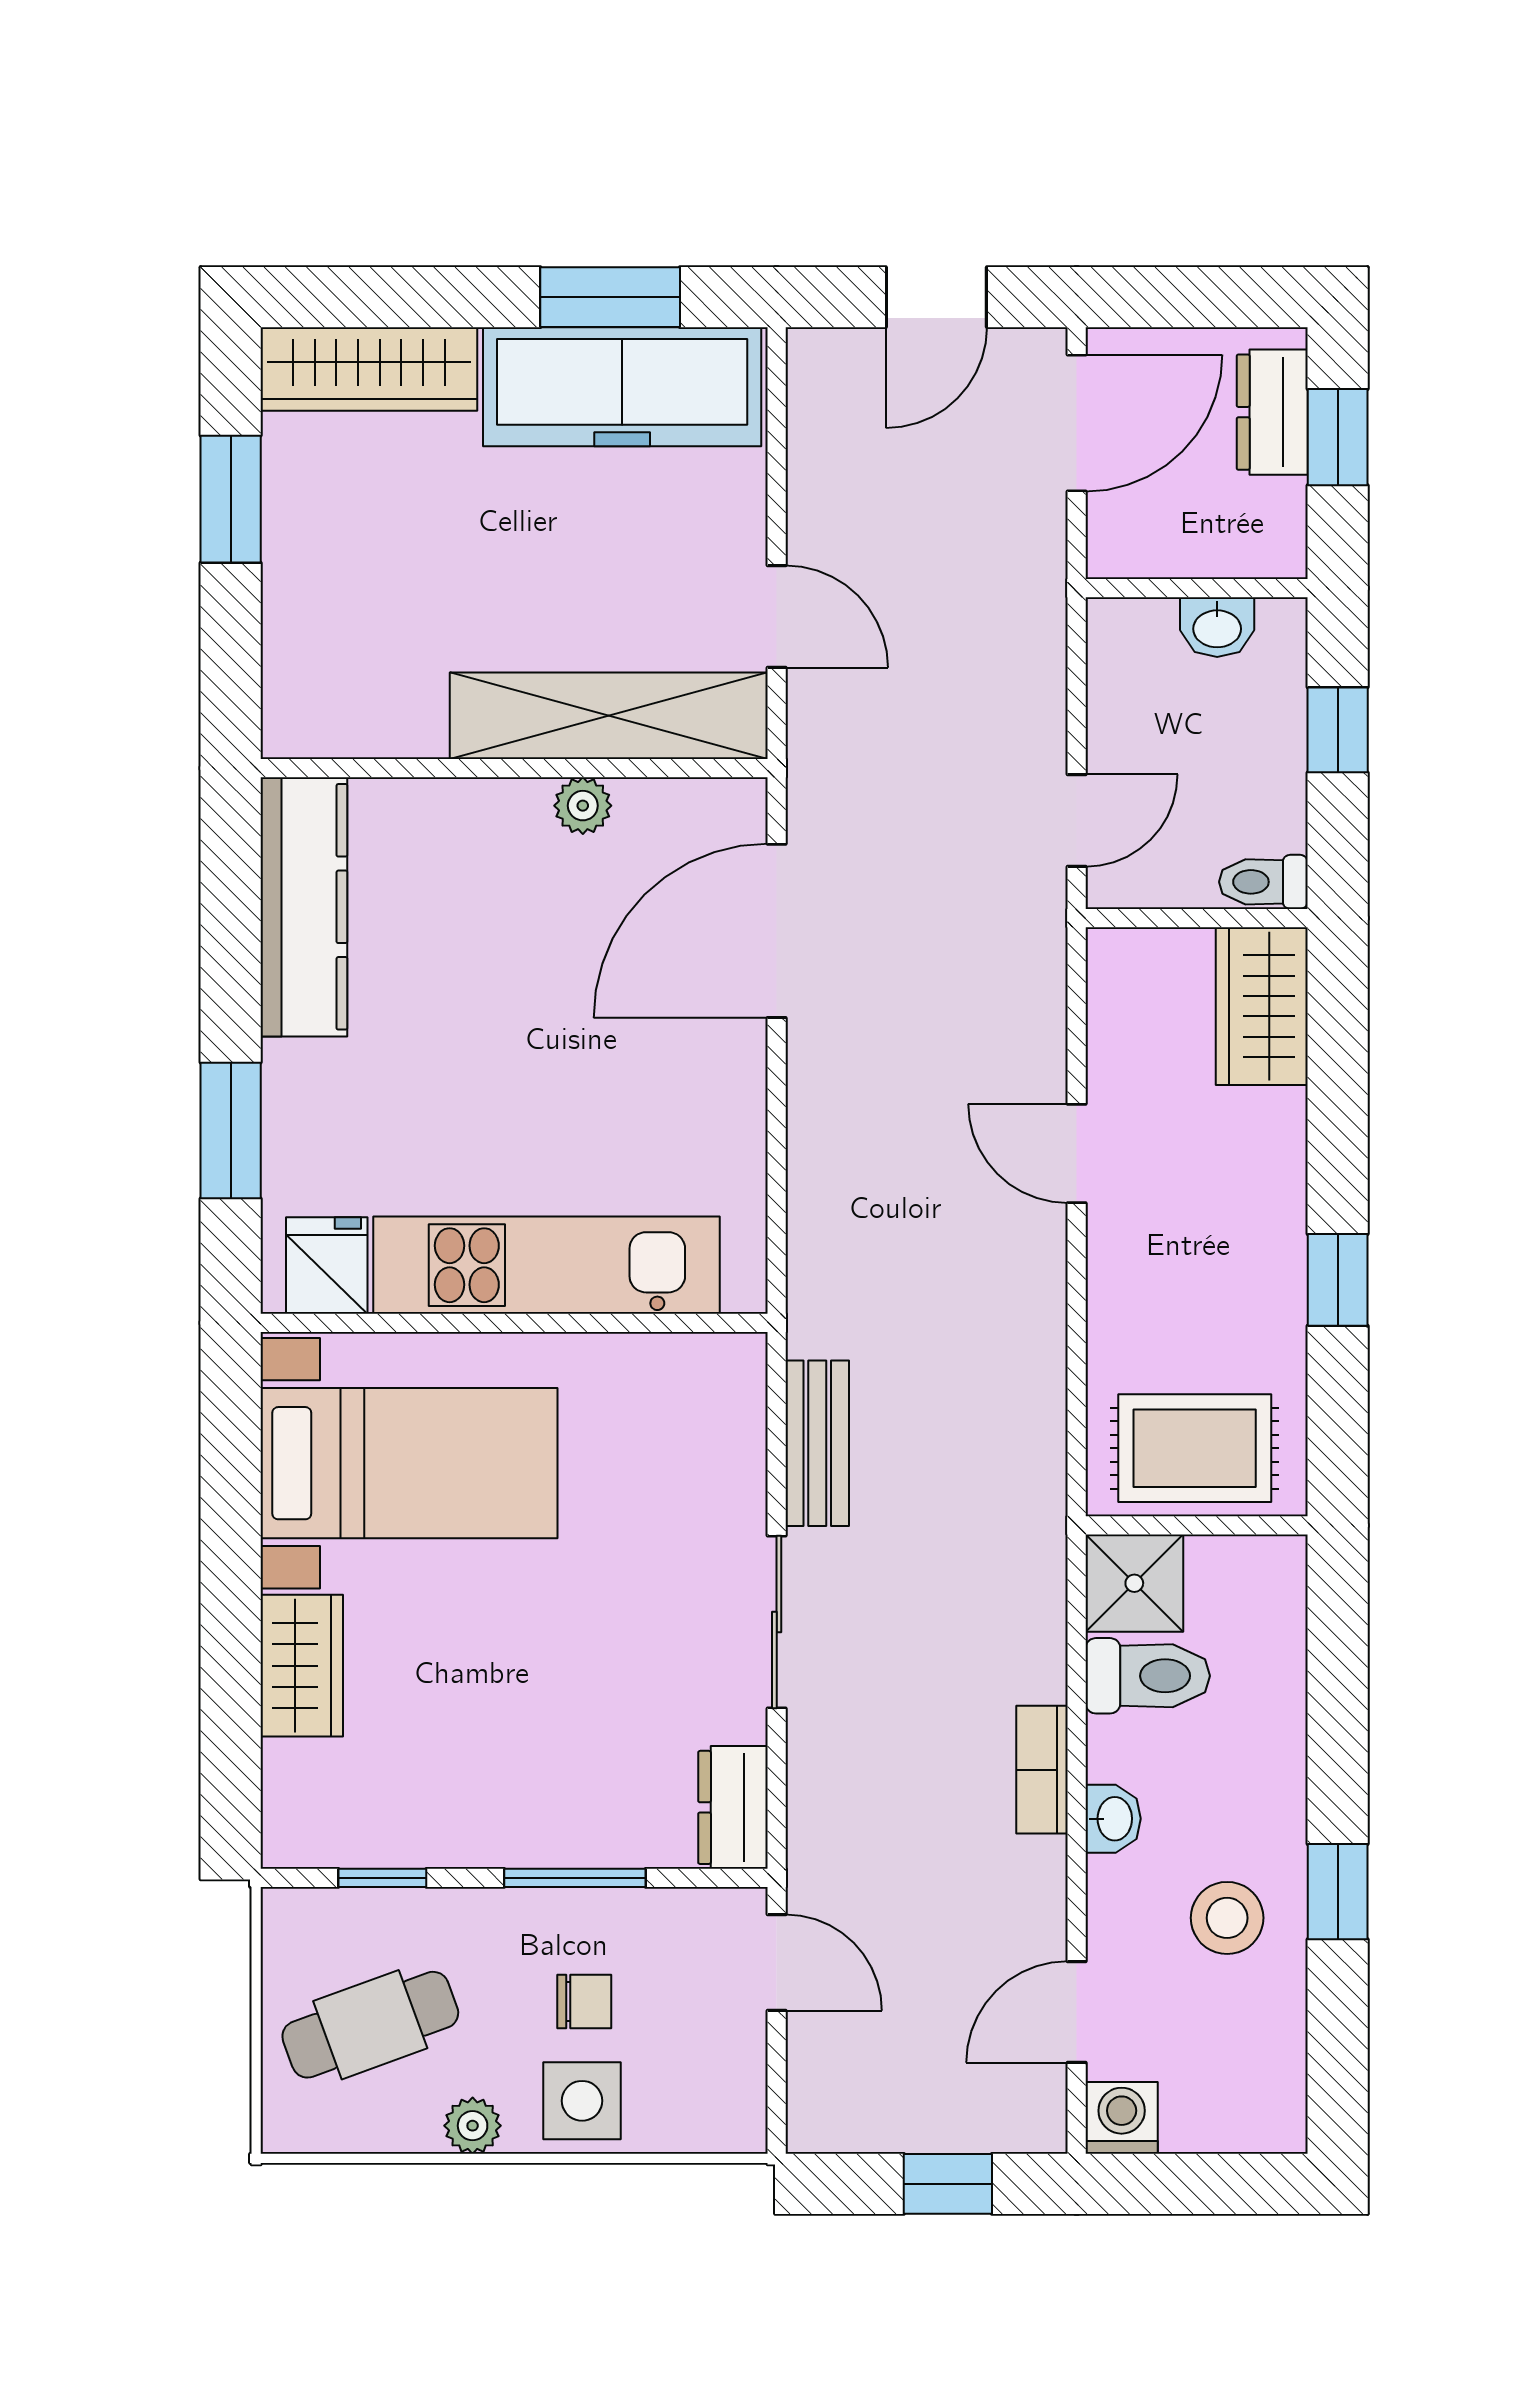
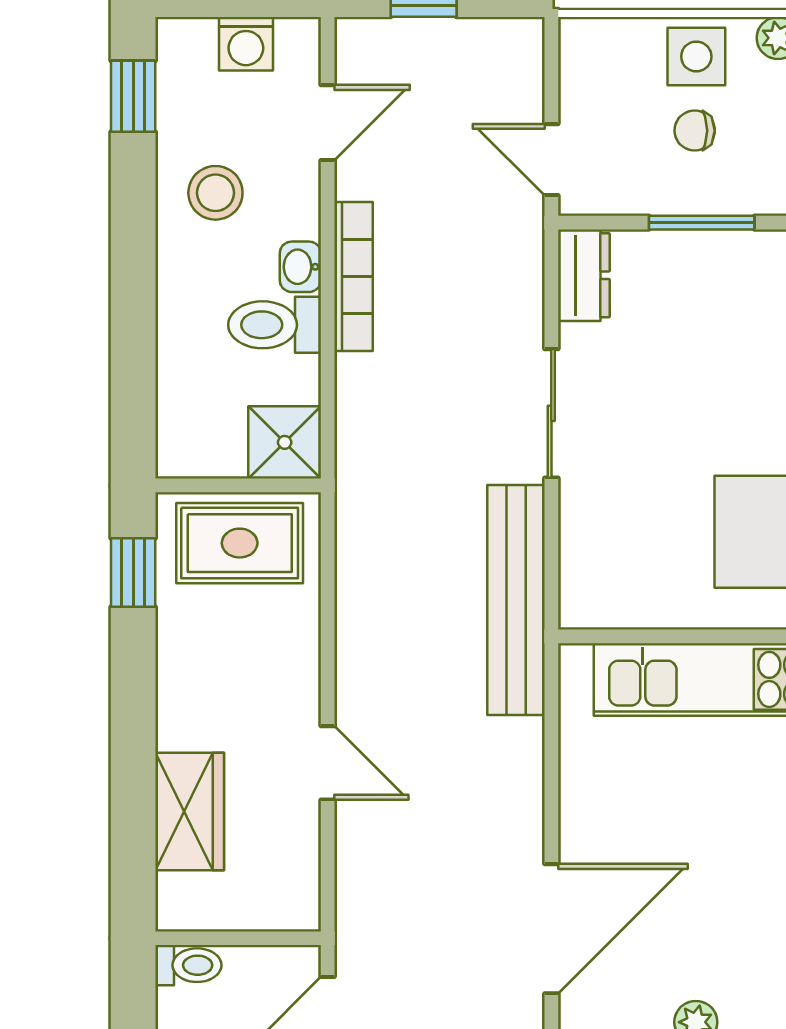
wardrobe: (1262, 1006) -> (190, 811), moved
window: (1338, 1280) -> (133, 572), moved
bench: (817, 1443) -> (516, 600), width x1.86, depth x1.21
toilet: (1148, 1676) -> (275, 325), moved
bookcase: (1042, 1770) -> (354, 277), width x1.56
window: (1338, 1892) -> (133, 96), moved
washing machine: (1122, 2118) -> (246, 44), moved

